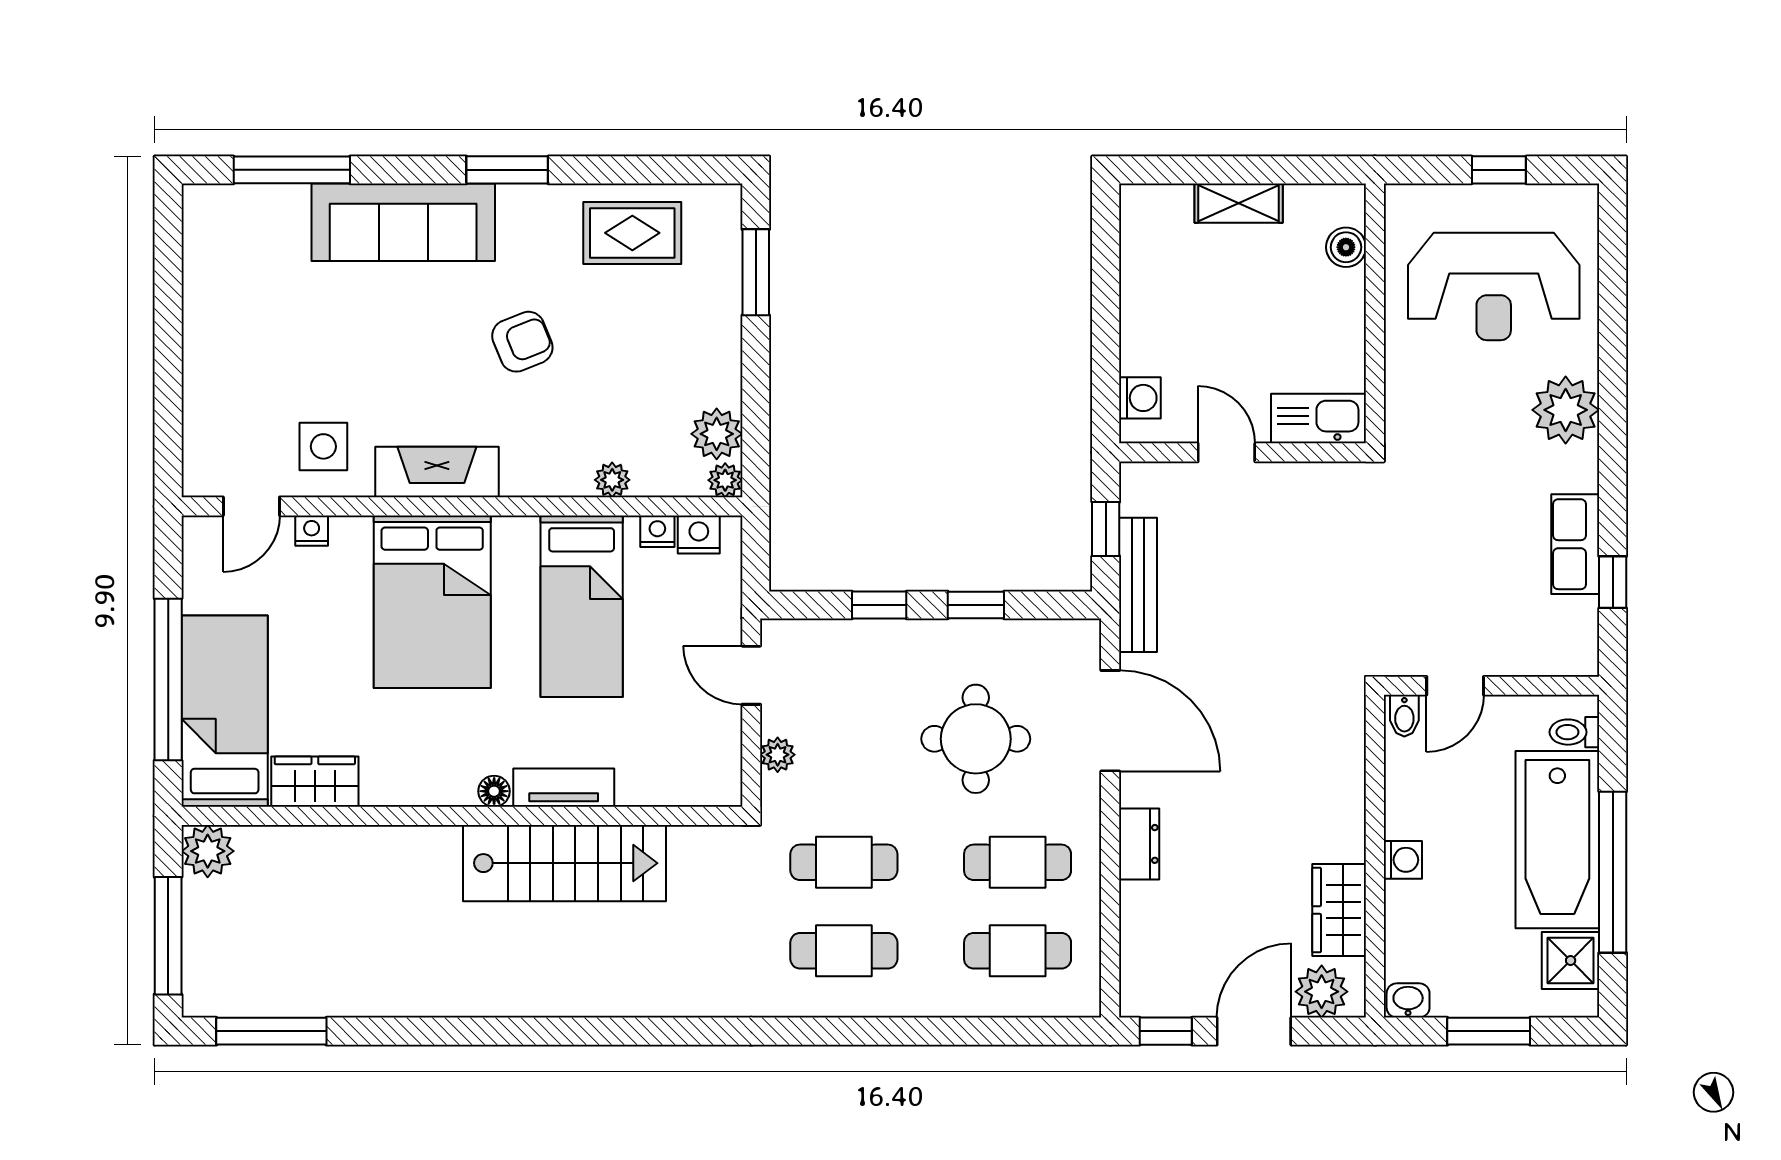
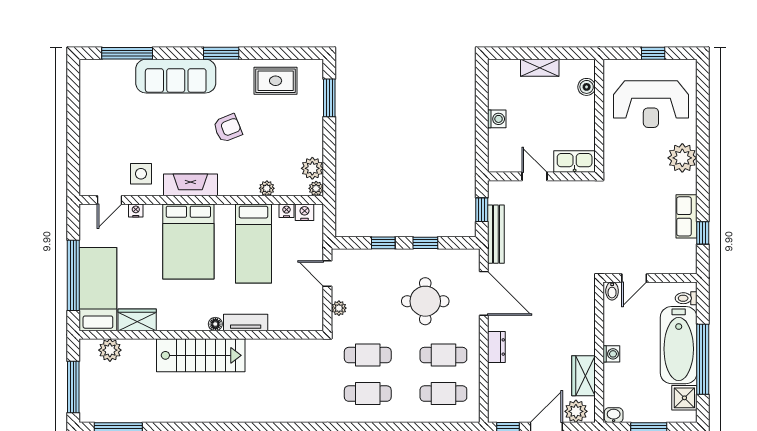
washing machine: (1140, 398) -> (497, 119), moved
plant: (208, 851) -> (110, 350), moved
stairs: (564, 863) -> (201, 355), moved

